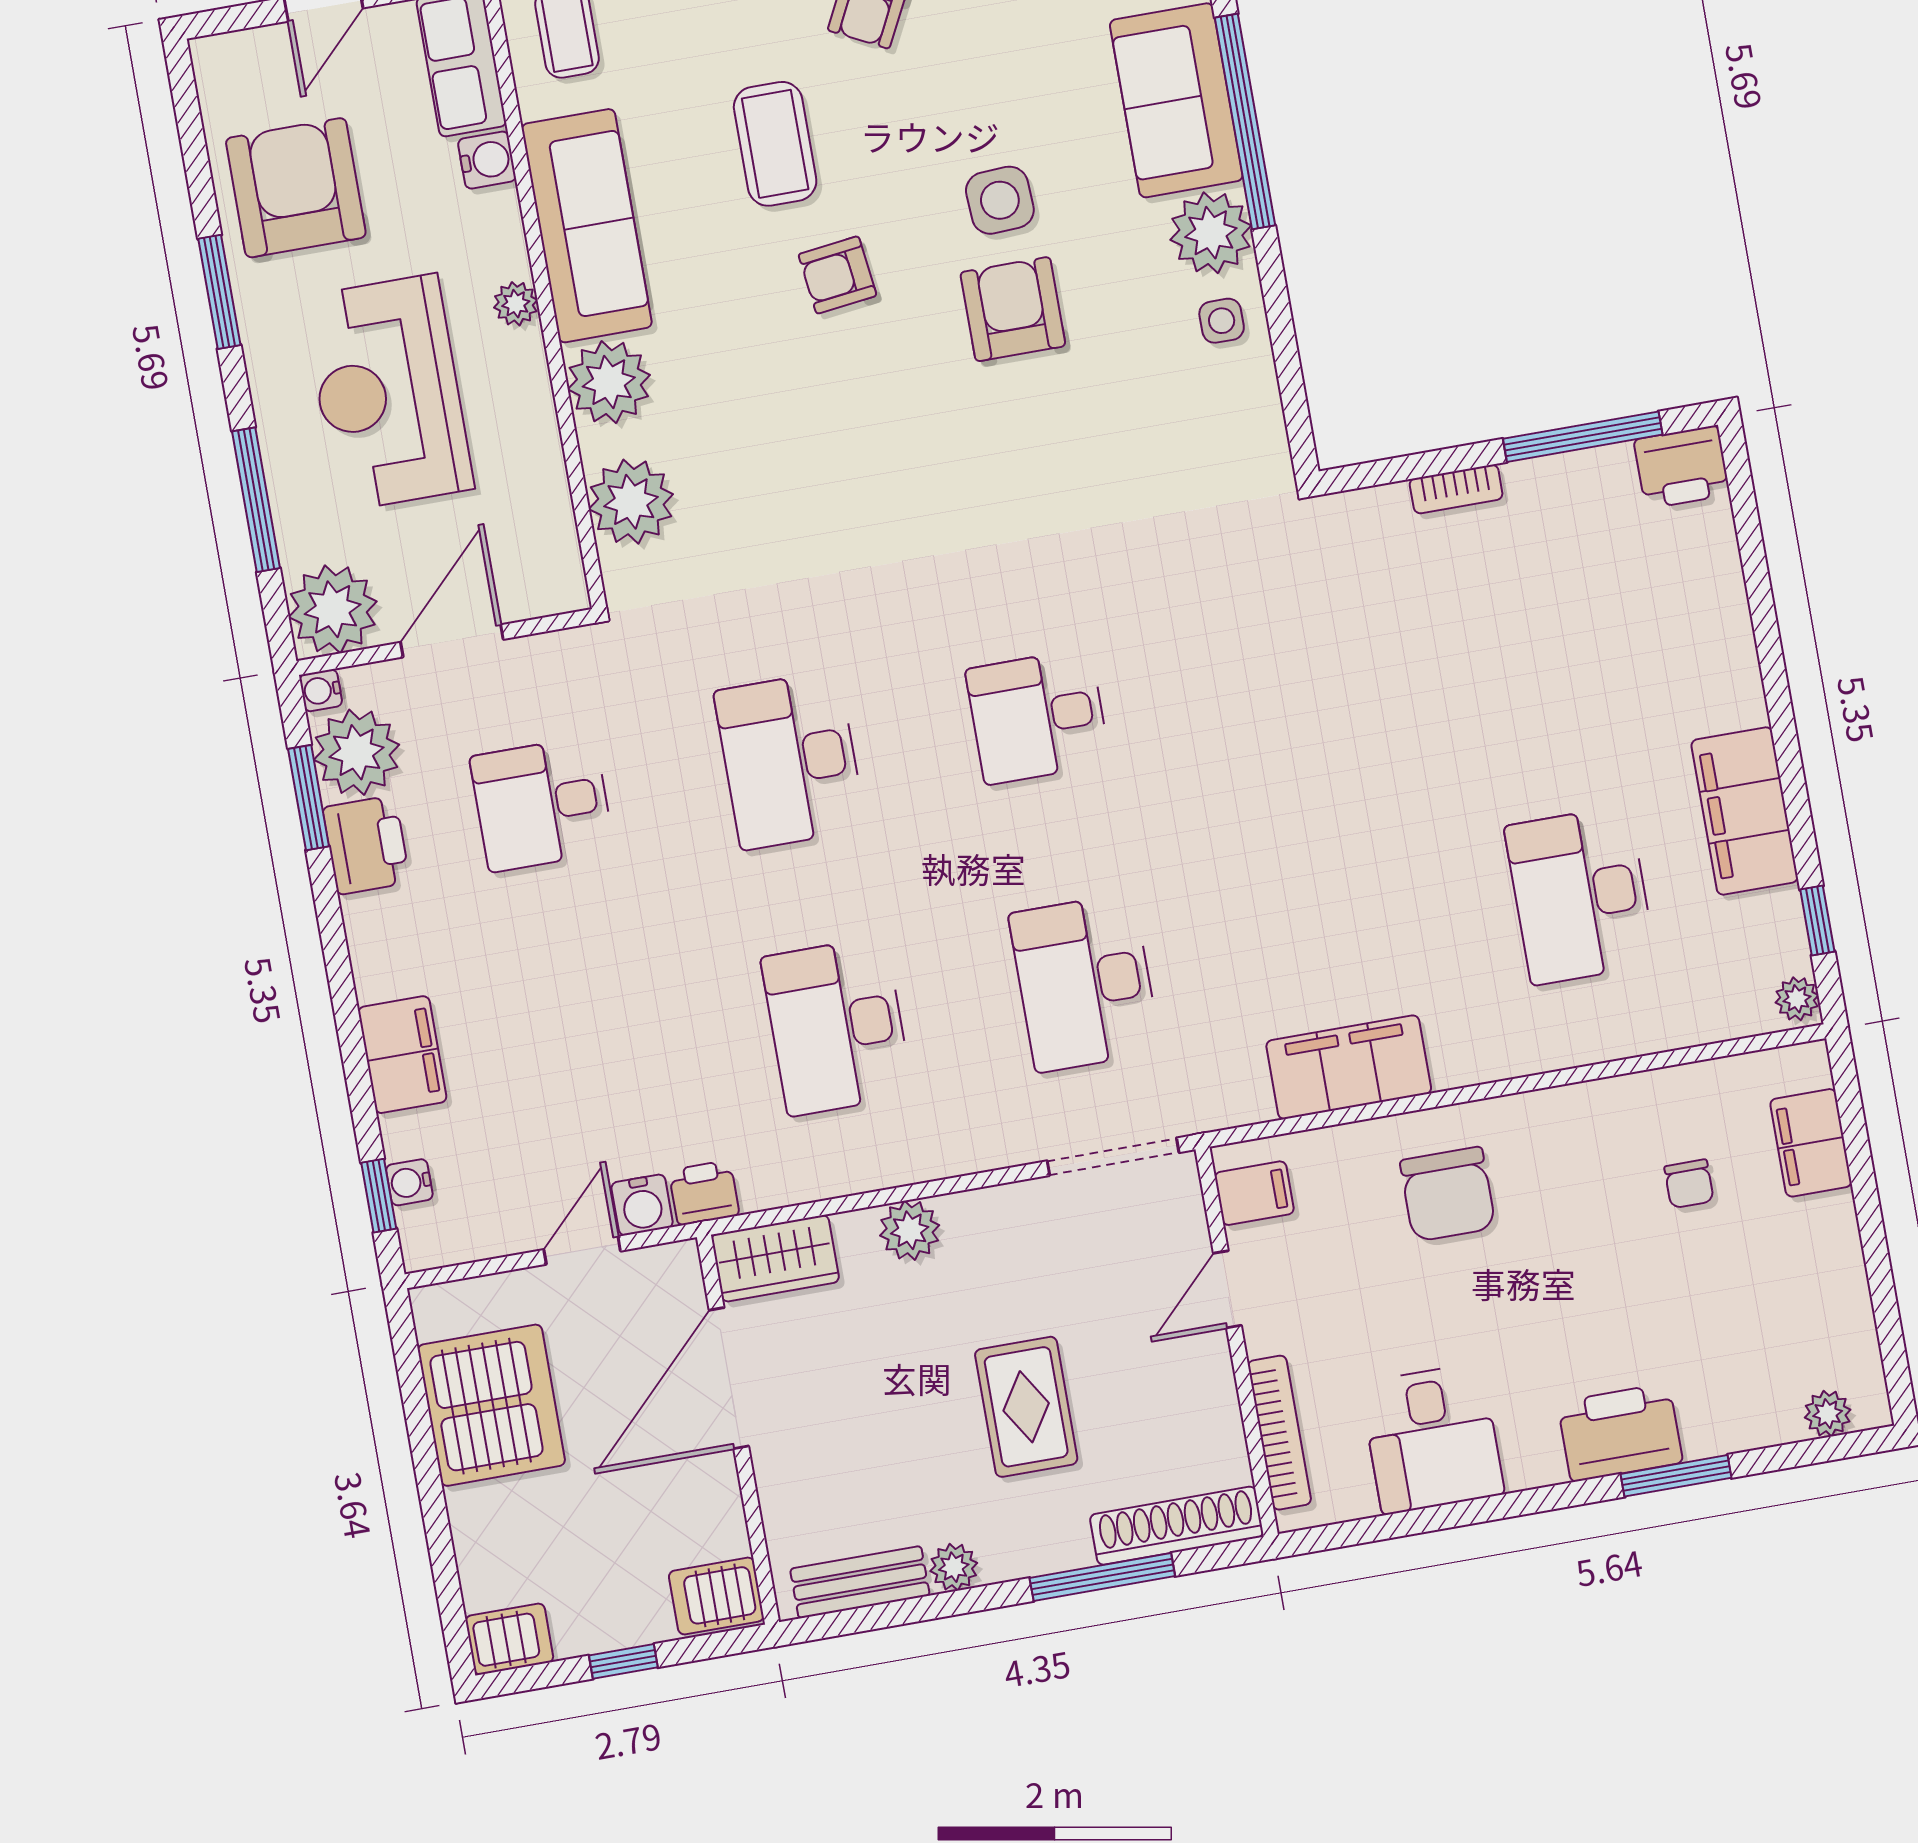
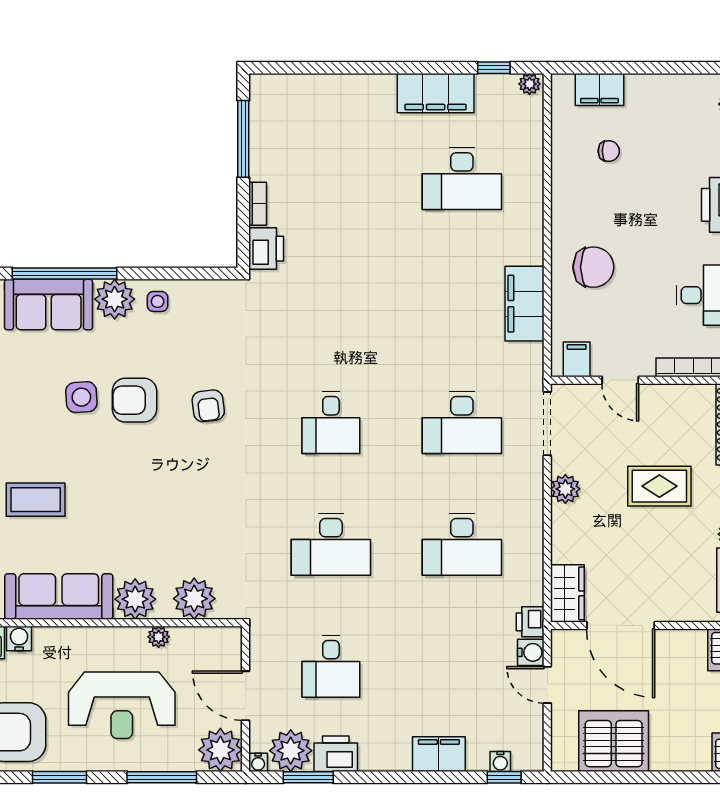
armchair: (837, 275) -> (208, 406), moved
plant: (516, 304) -> (159, 637), moved
printer: (1682, 467) -> (266, 249), moved
plant: (910, 1230) -> (565, 489), moved

